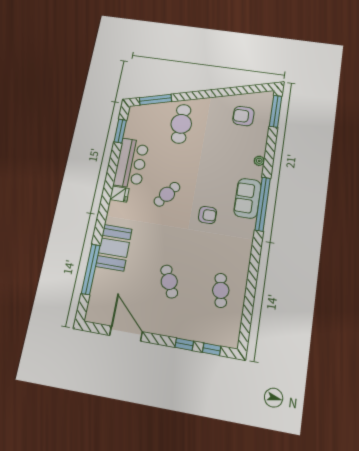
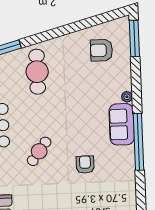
sofa: (248, 198) -> (122, 124), moved
armchair: (207, 215) -> (85, 165), turned -90

